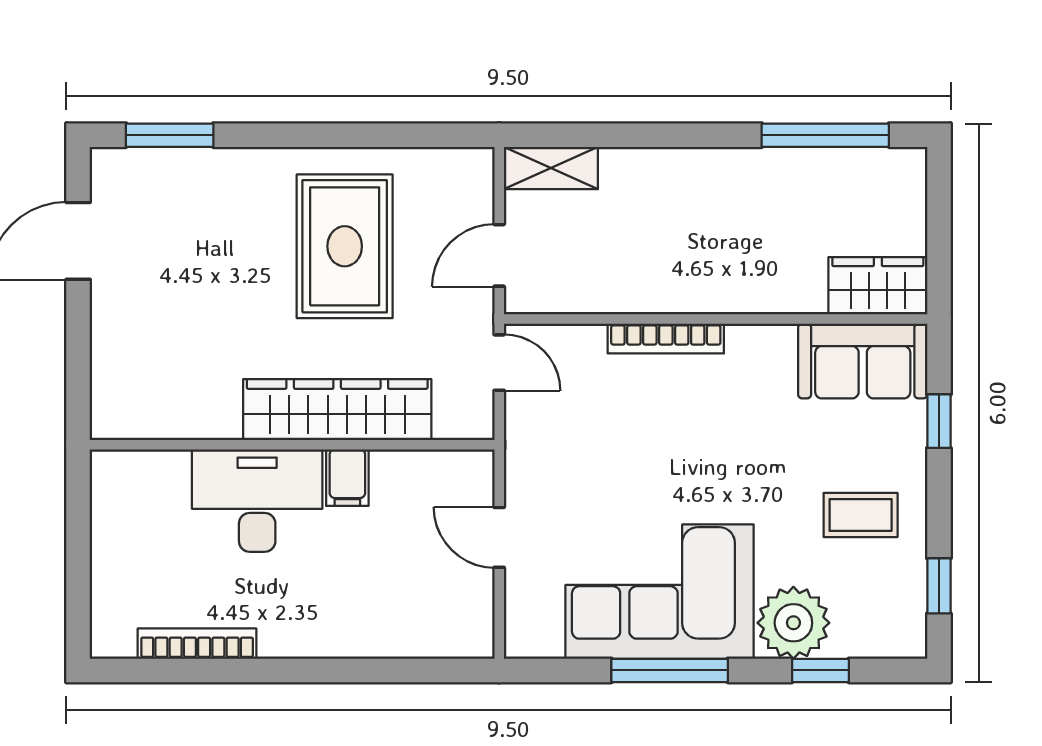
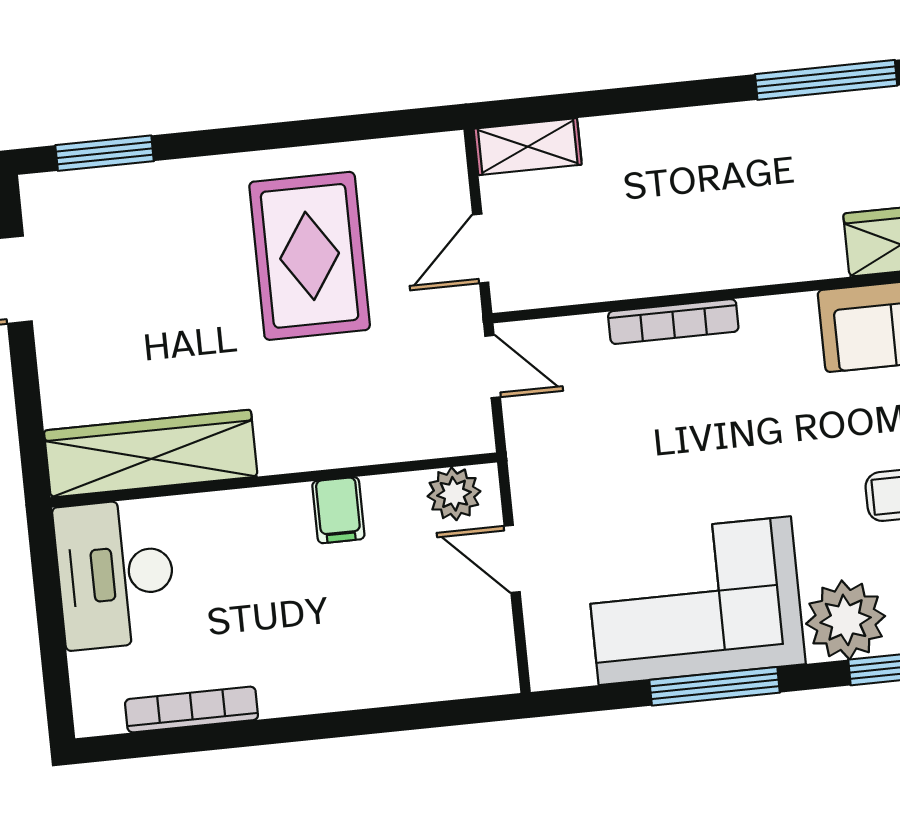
wardrobe: (337, 410) -> (151, 454), moved
plant: (453, 473) -> (454, 494), added
desk: (257, 501) -> (115, 574), moved, turned -90

